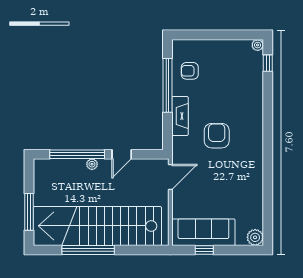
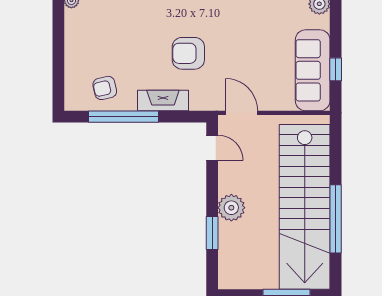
armchair: (190, 71) -> (105, 88), turned 77
window: (77, 154) -> (212, 233), width x0.47
door: (122, 154) -> (212, 148), moved
plant: (92, 164) -> (231, 208), width x1.87, depth x1.87

